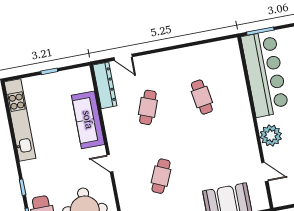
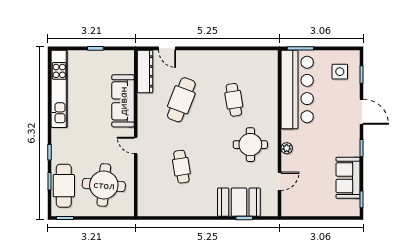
cafe table: (148, 107) -> (181, 100), width x1.37, depth x1.35
plant: (271, 136) -> (287, 148), width x0.53, depth x0.53
round table: (228, 140) -> (250, 145), added
door: (265, 172) -> (279, 181), hinge flipped
cafe table: (161, 176) -> (181, 167), turned -33

